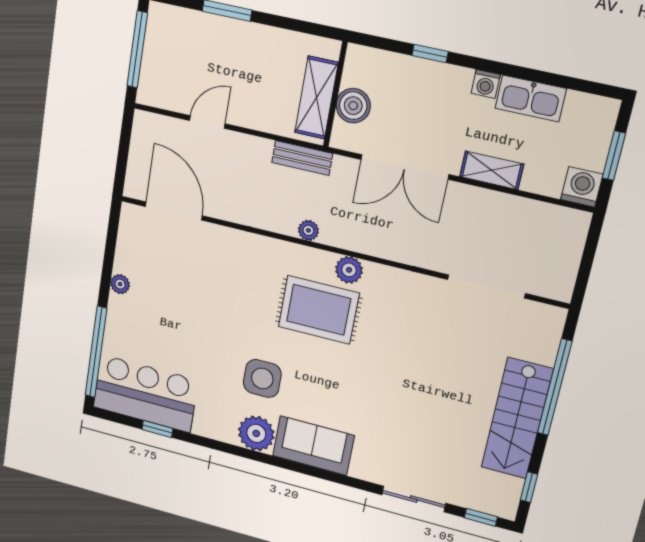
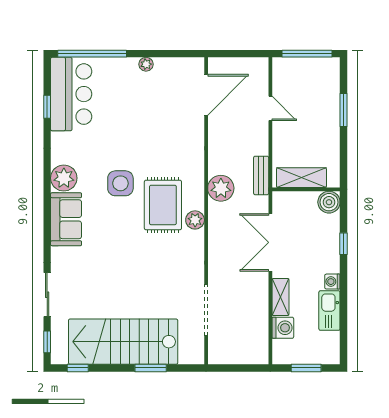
boiler: (353, 106) -> (329, 202), moved
washing machine: (582, 187) -> (283, 328), moved
plant: (308, 230) -> (221, 188), width x1.88, depth x1.88
side table: (262, 378) -> (120, 183), moved
window: (555, 387) -> (151, 368), width x0.47
stairs: (517, 419) -> (123, 342), width x1.36, depth x1.51

